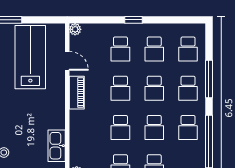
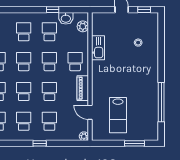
lab bench: (30, 57) -> (118, 115), width x0.73, depth x0.72
school desk: (87, 127) -> (75, 62), added

